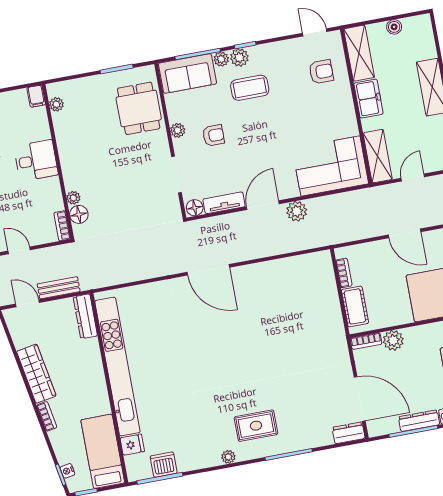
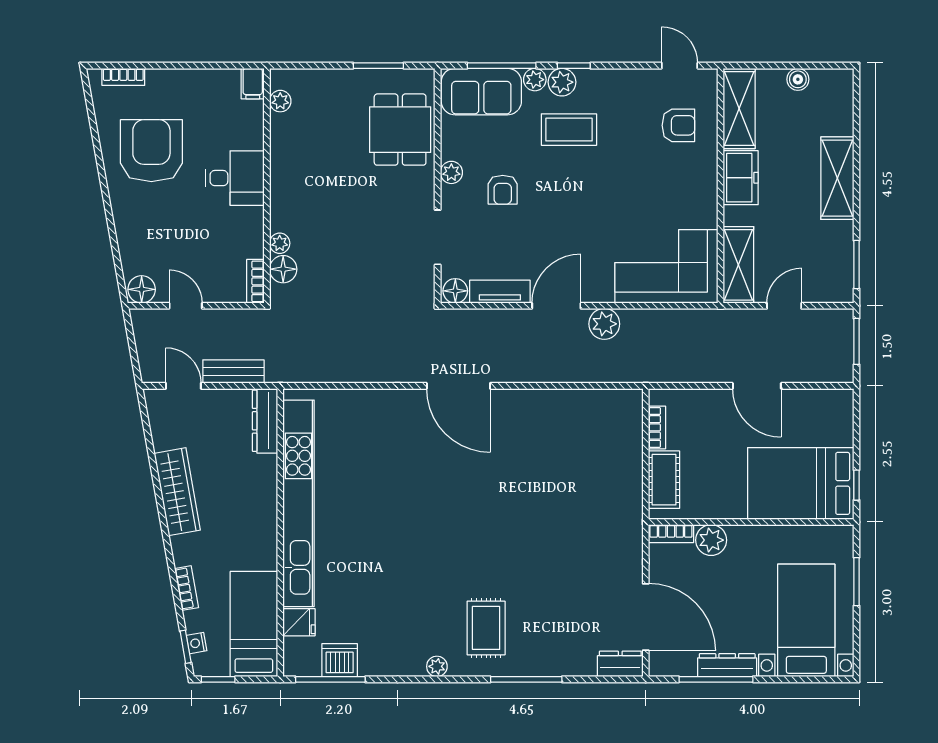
armchair: (213, 135) -> (503, 190), turned 90
bookcase: (47, 416) -> (186, 588), moved
rug: (256, 426) -> (486, 628), turned 90

